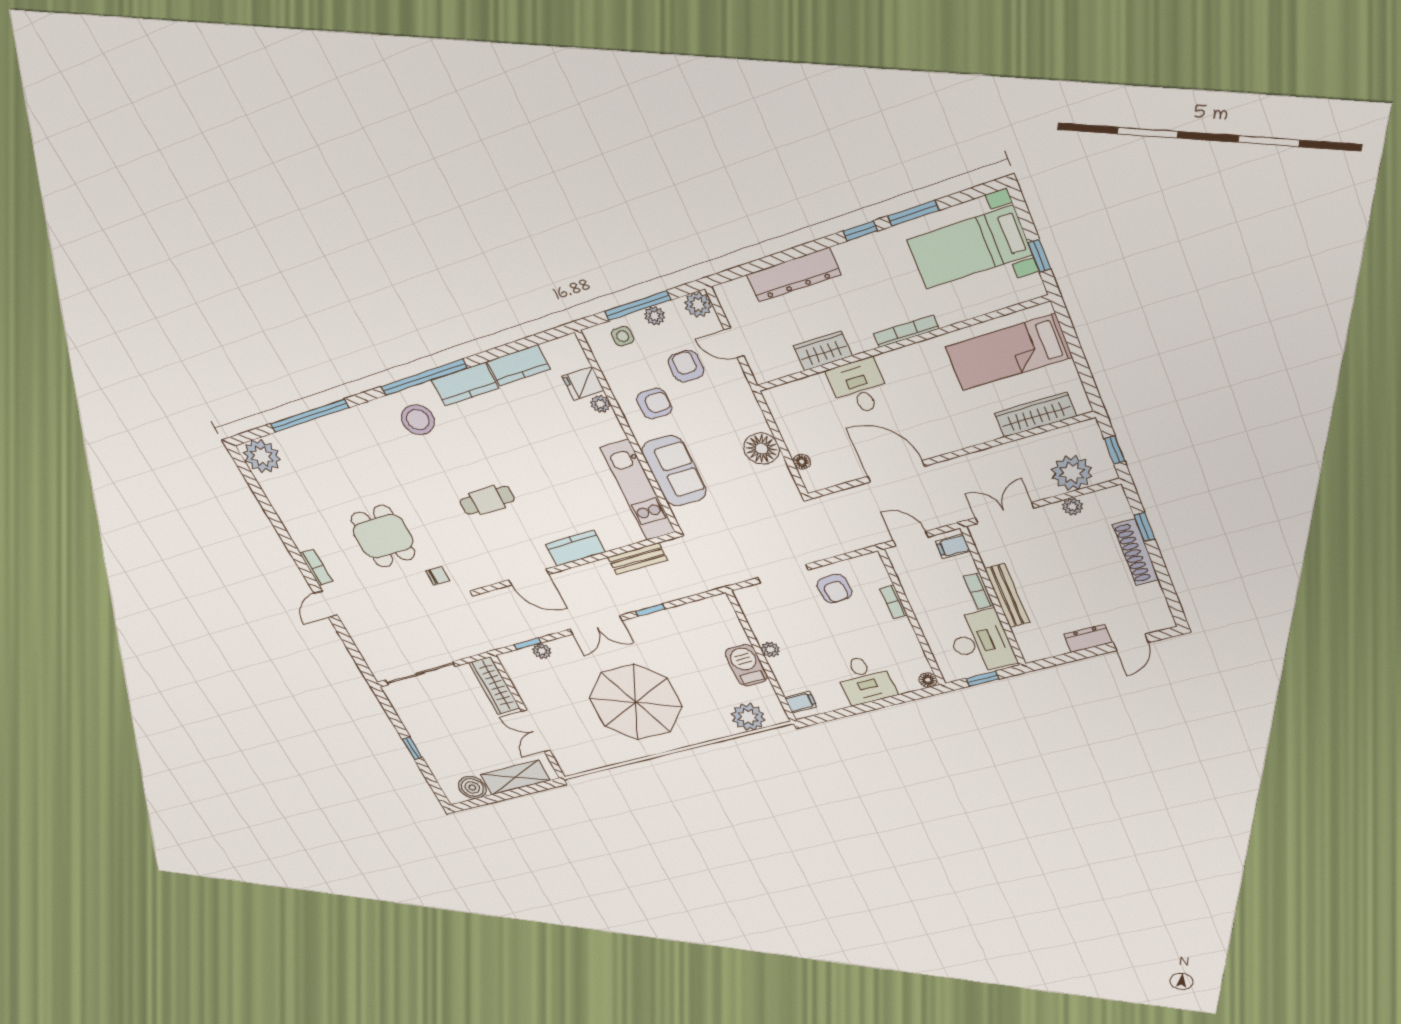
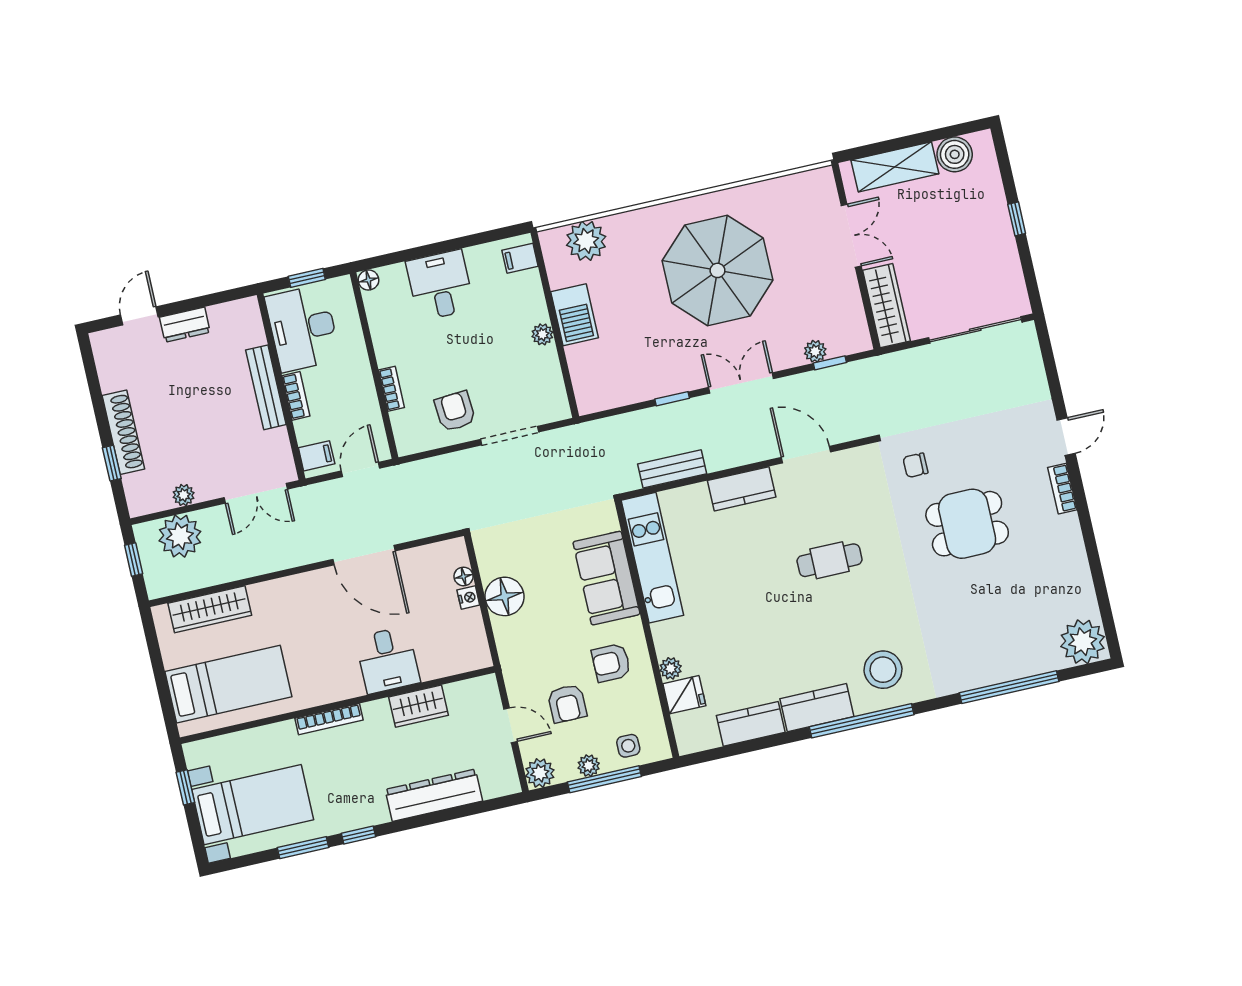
nightstand: (794, 445) -> (468, 598), added
dining table: (383, 536) -> (967, 524), turned 90
door: (911, 539) -> (361, 469), swing flipped

